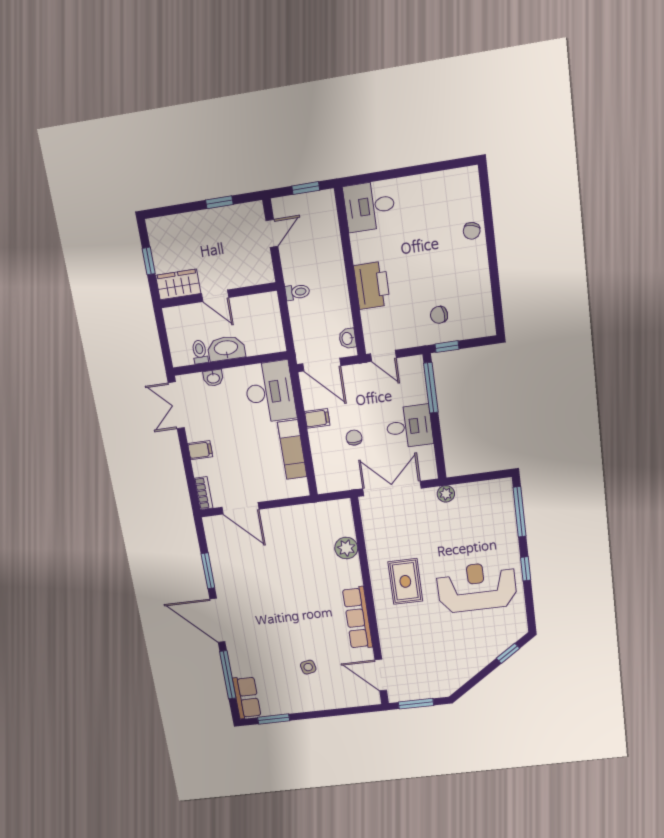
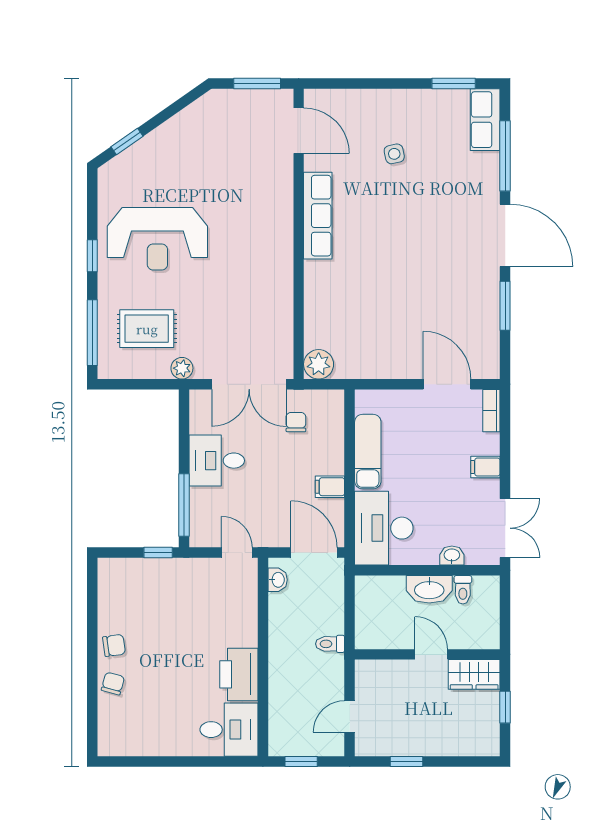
printer: (372, 285) -> (239, 674), moved
chair: (439, 315) -> (114, 645), moved
chair: (354, 438) -> (296, 422), moved, turned 180
plant: (346, 548) -> (319, 364), moved
rug: (405, 581) -> (147, 329), moved, turned 90

